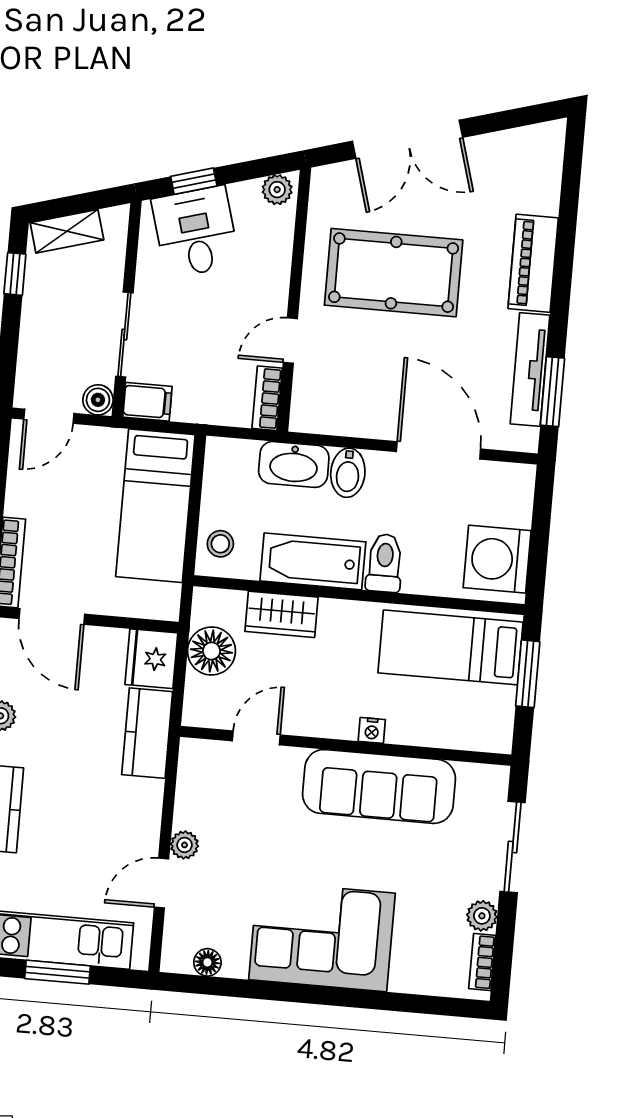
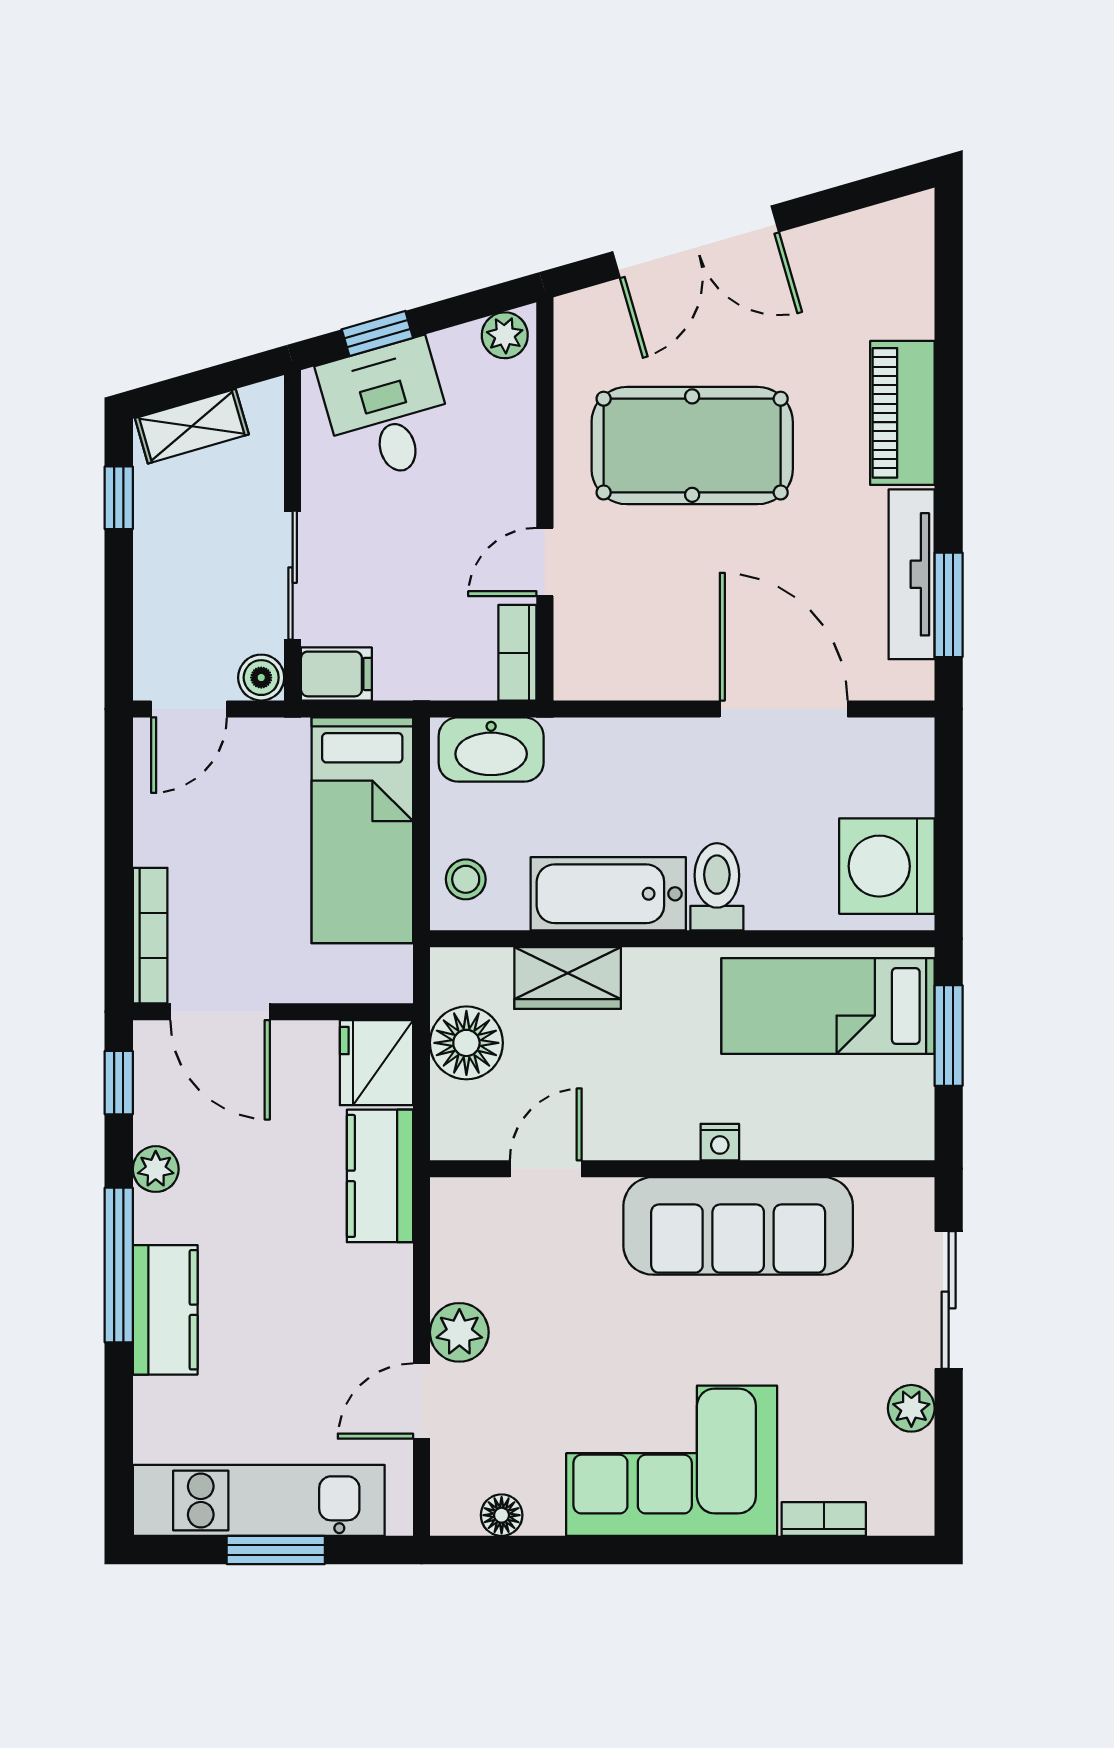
washbasin: (294, 464) -> (491, 749), moved
bidet: (348, 473) -> (649, 755), removed
plant: (185, 845) -> (459, 1332), width x1.38, depth x1.38
bookcase: (482, 962) -> (824, 1519), moved, turned 90

